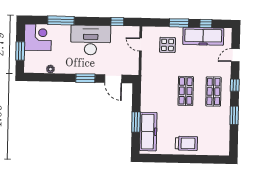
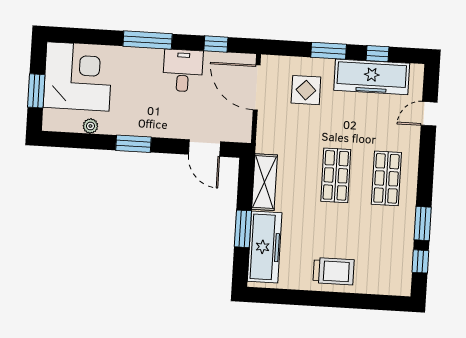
window: (61, 20) -> (148, 40), moved
corner desk: (38, 37) -> (78, 77), width x1.36, depth x1.36
desk: (91, 40) -> (183, 71), width x0.53, depth x0.77
door: (141, 45) -> (257, 87), width x1.87
window: (85, 78) -> (133, 144), moved
window: (235, 85) -> (420, 261), moved
shelving: (147, 96) -> (265, 182), added

